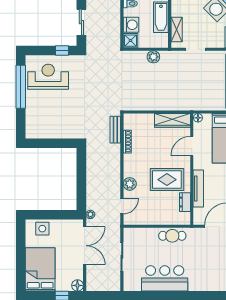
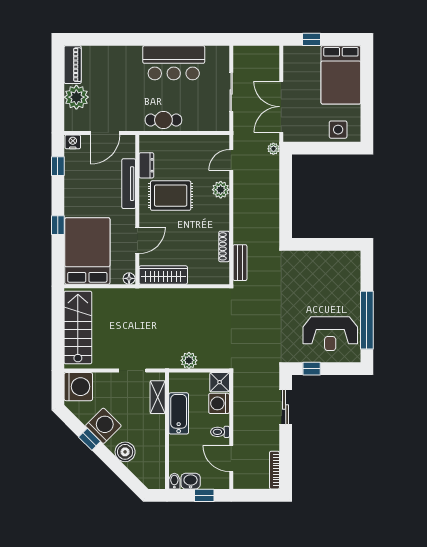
floor lamp: (77, 285) -> (291, 53), removed

